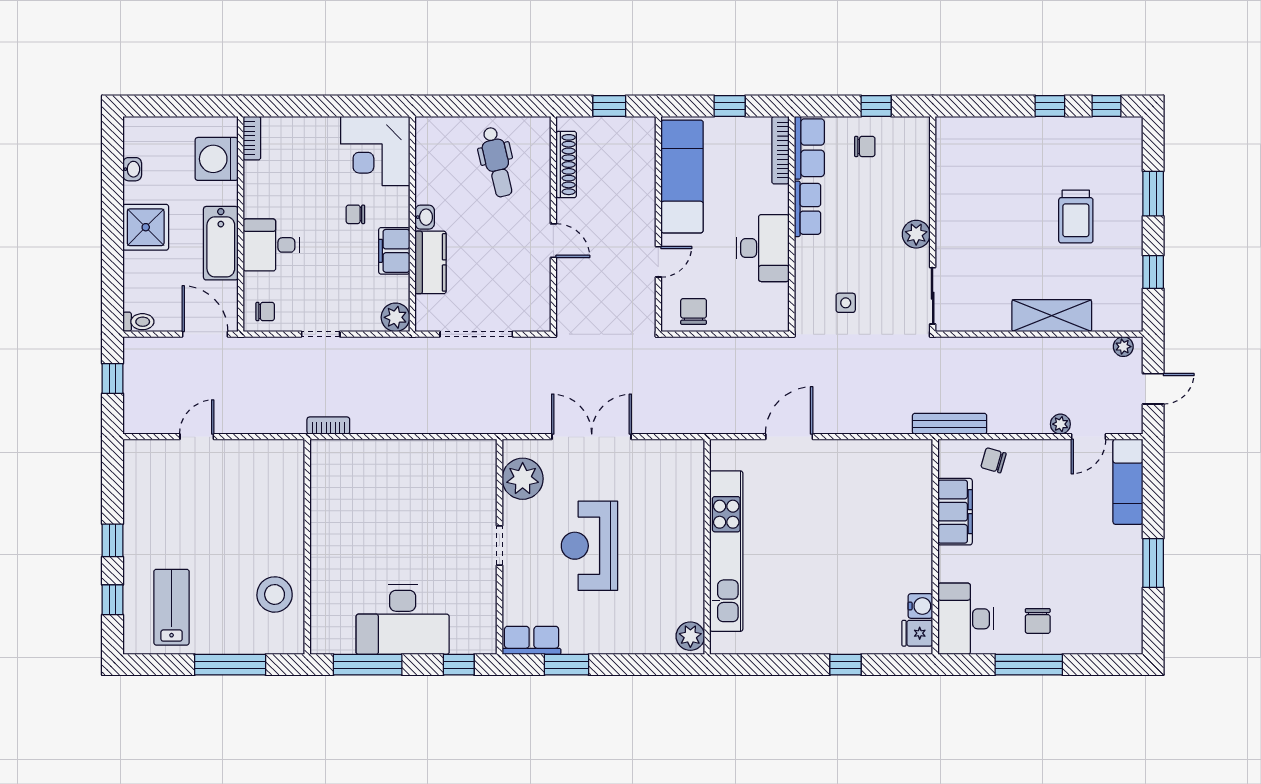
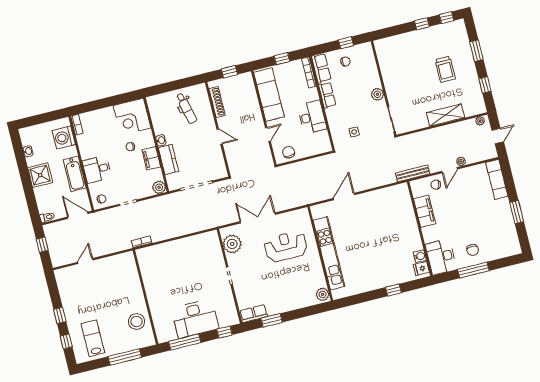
door: (1088, 437) -> (450, 170), moved
reception desk: (589, 546) -> (286, 246), moved, turned 90

